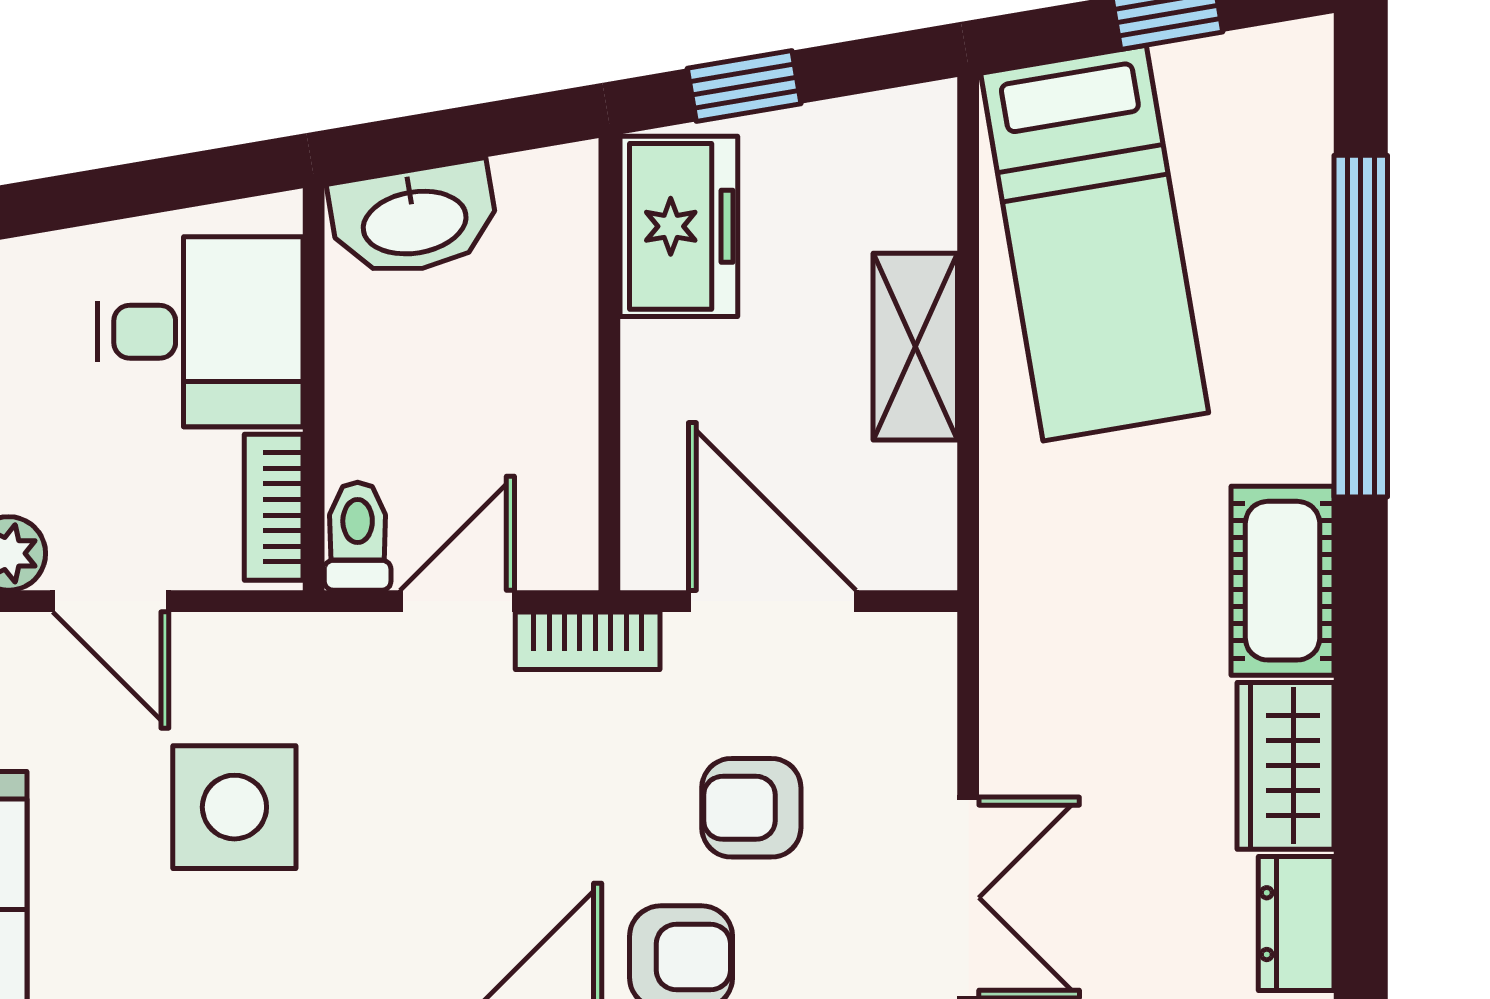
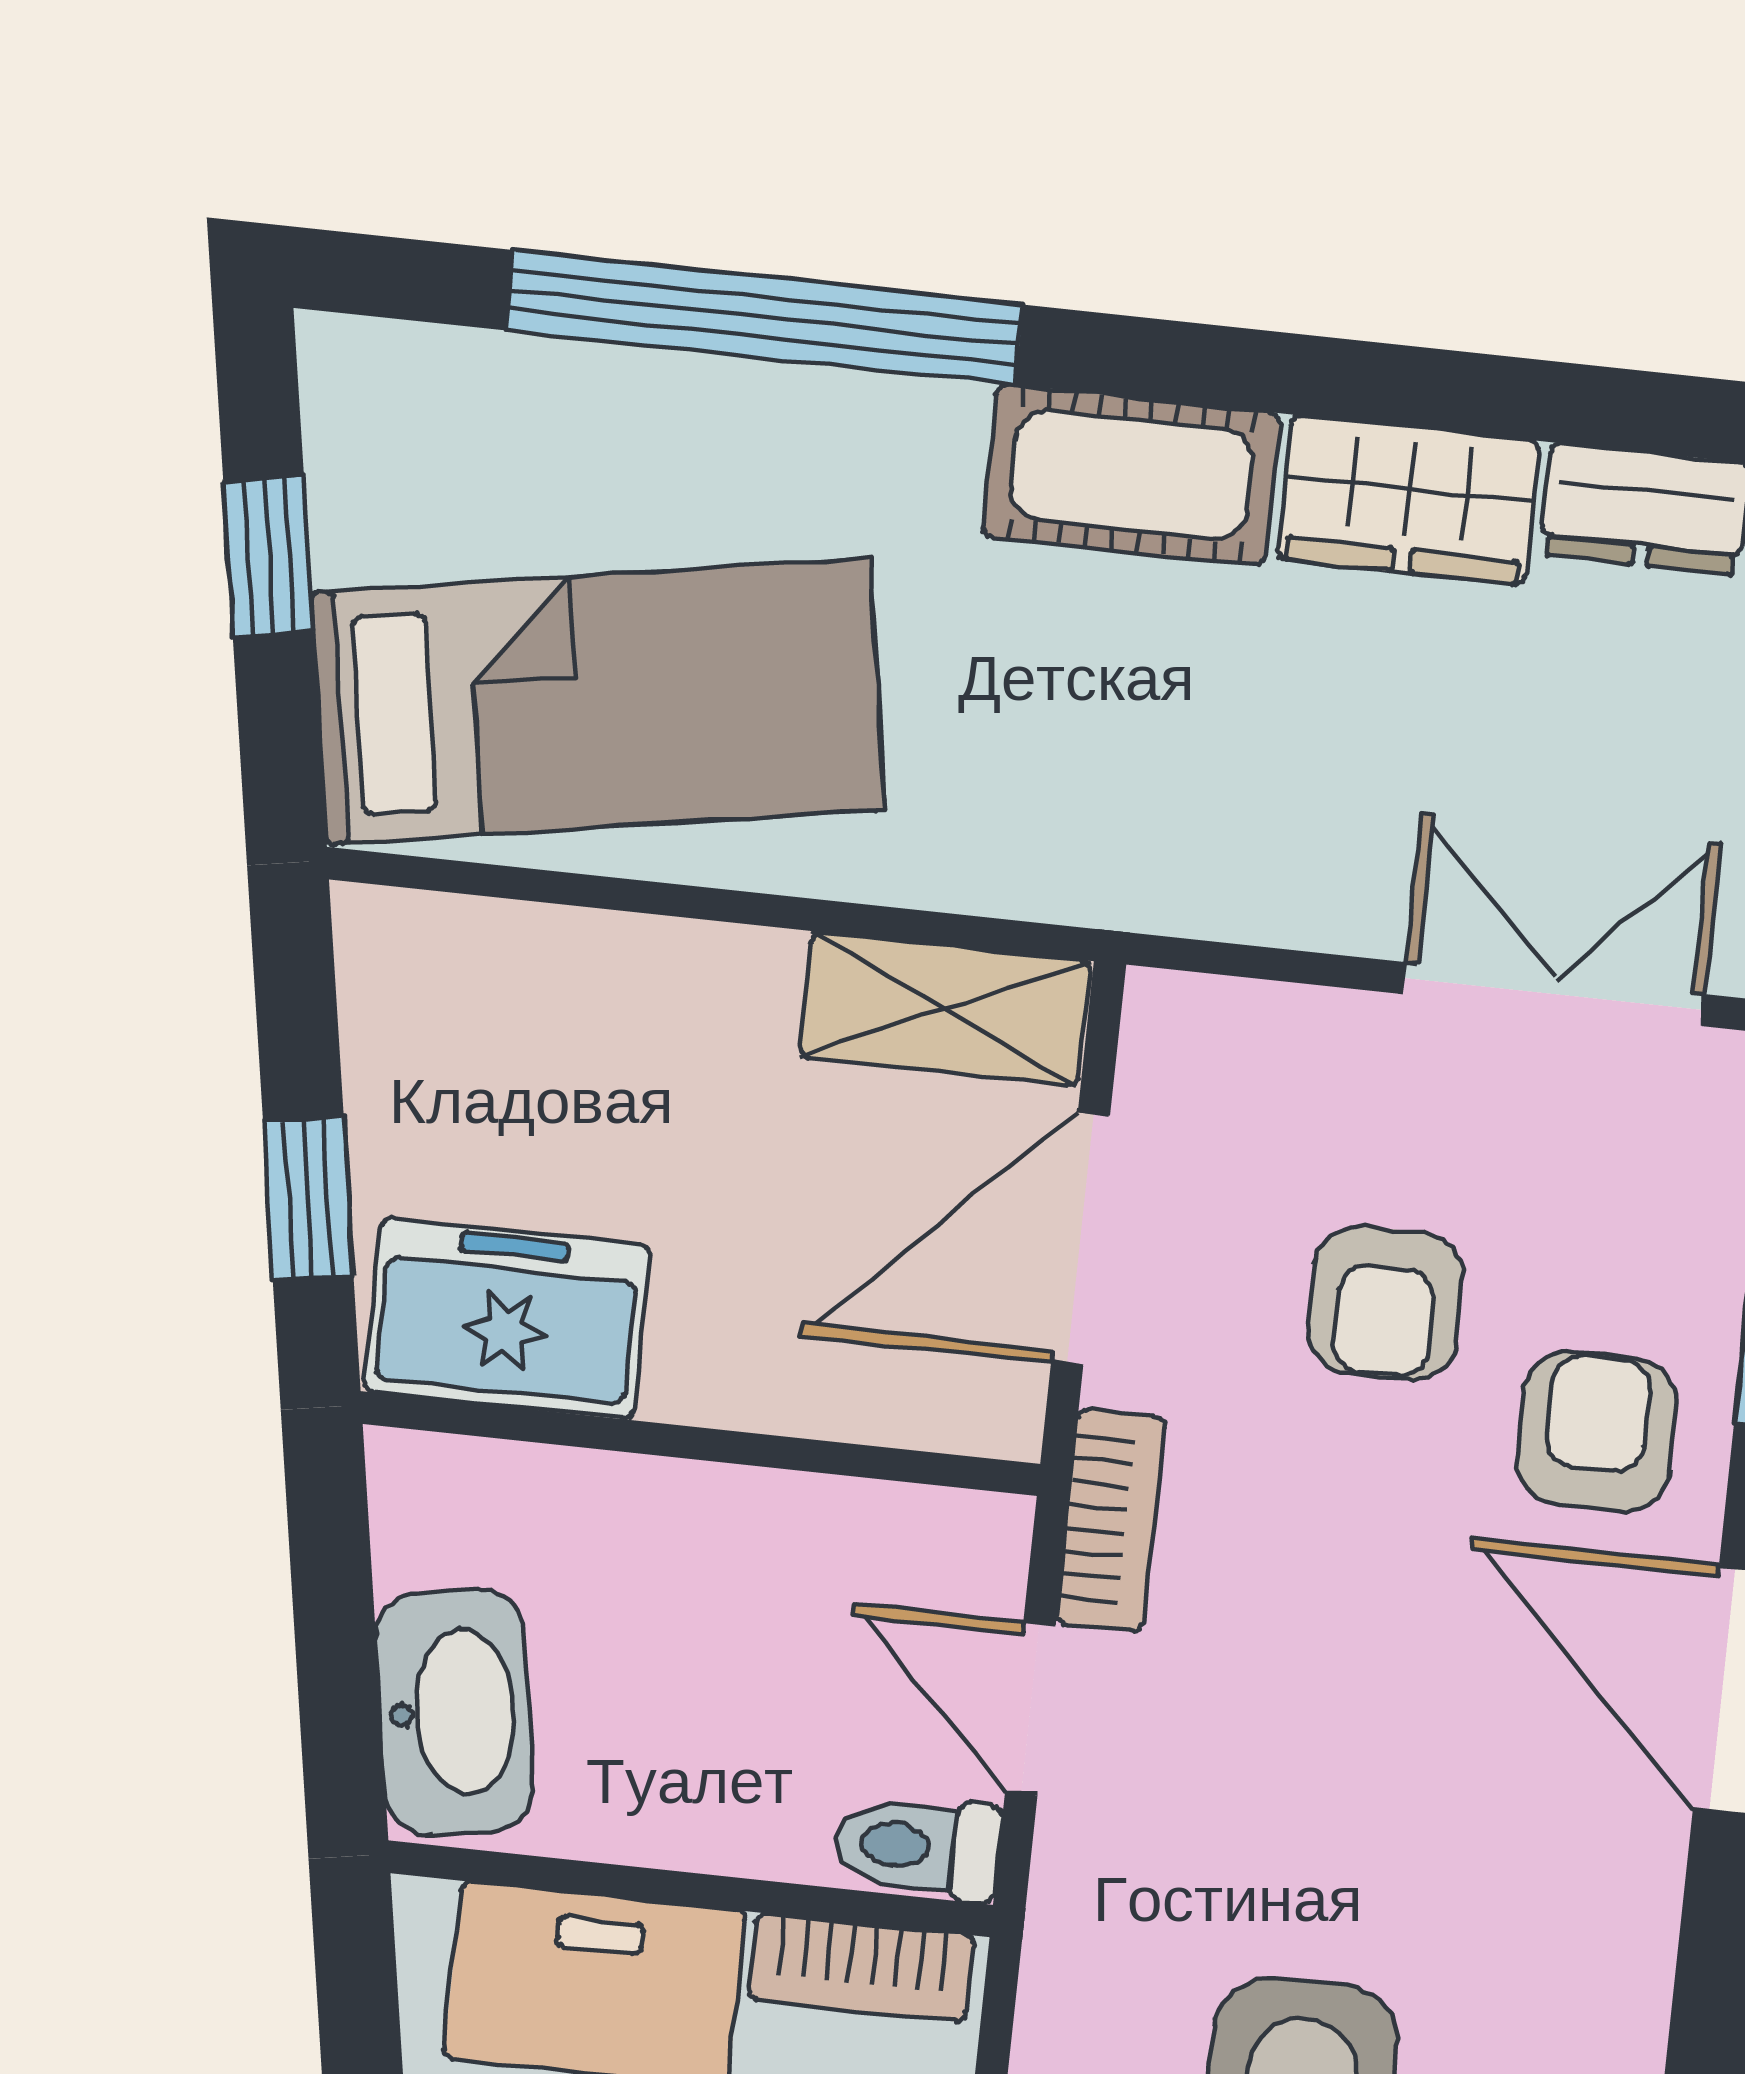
shelving: (915, 347) -> (945, 1009), moved

